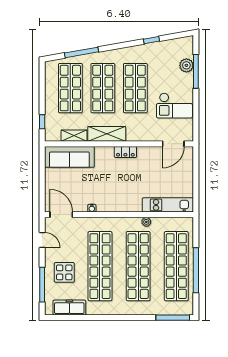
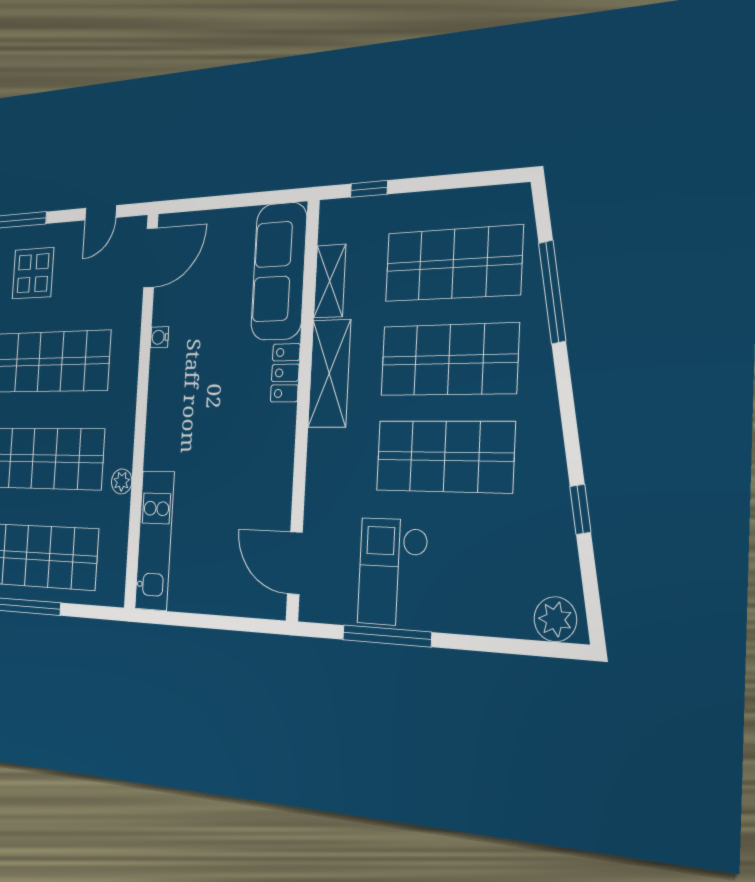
plant: (186, 65) -> (555, 619), moved
window: (196, 71) -> (387, 636), moved
locker: (125, 152) -> (285, 373), moved

